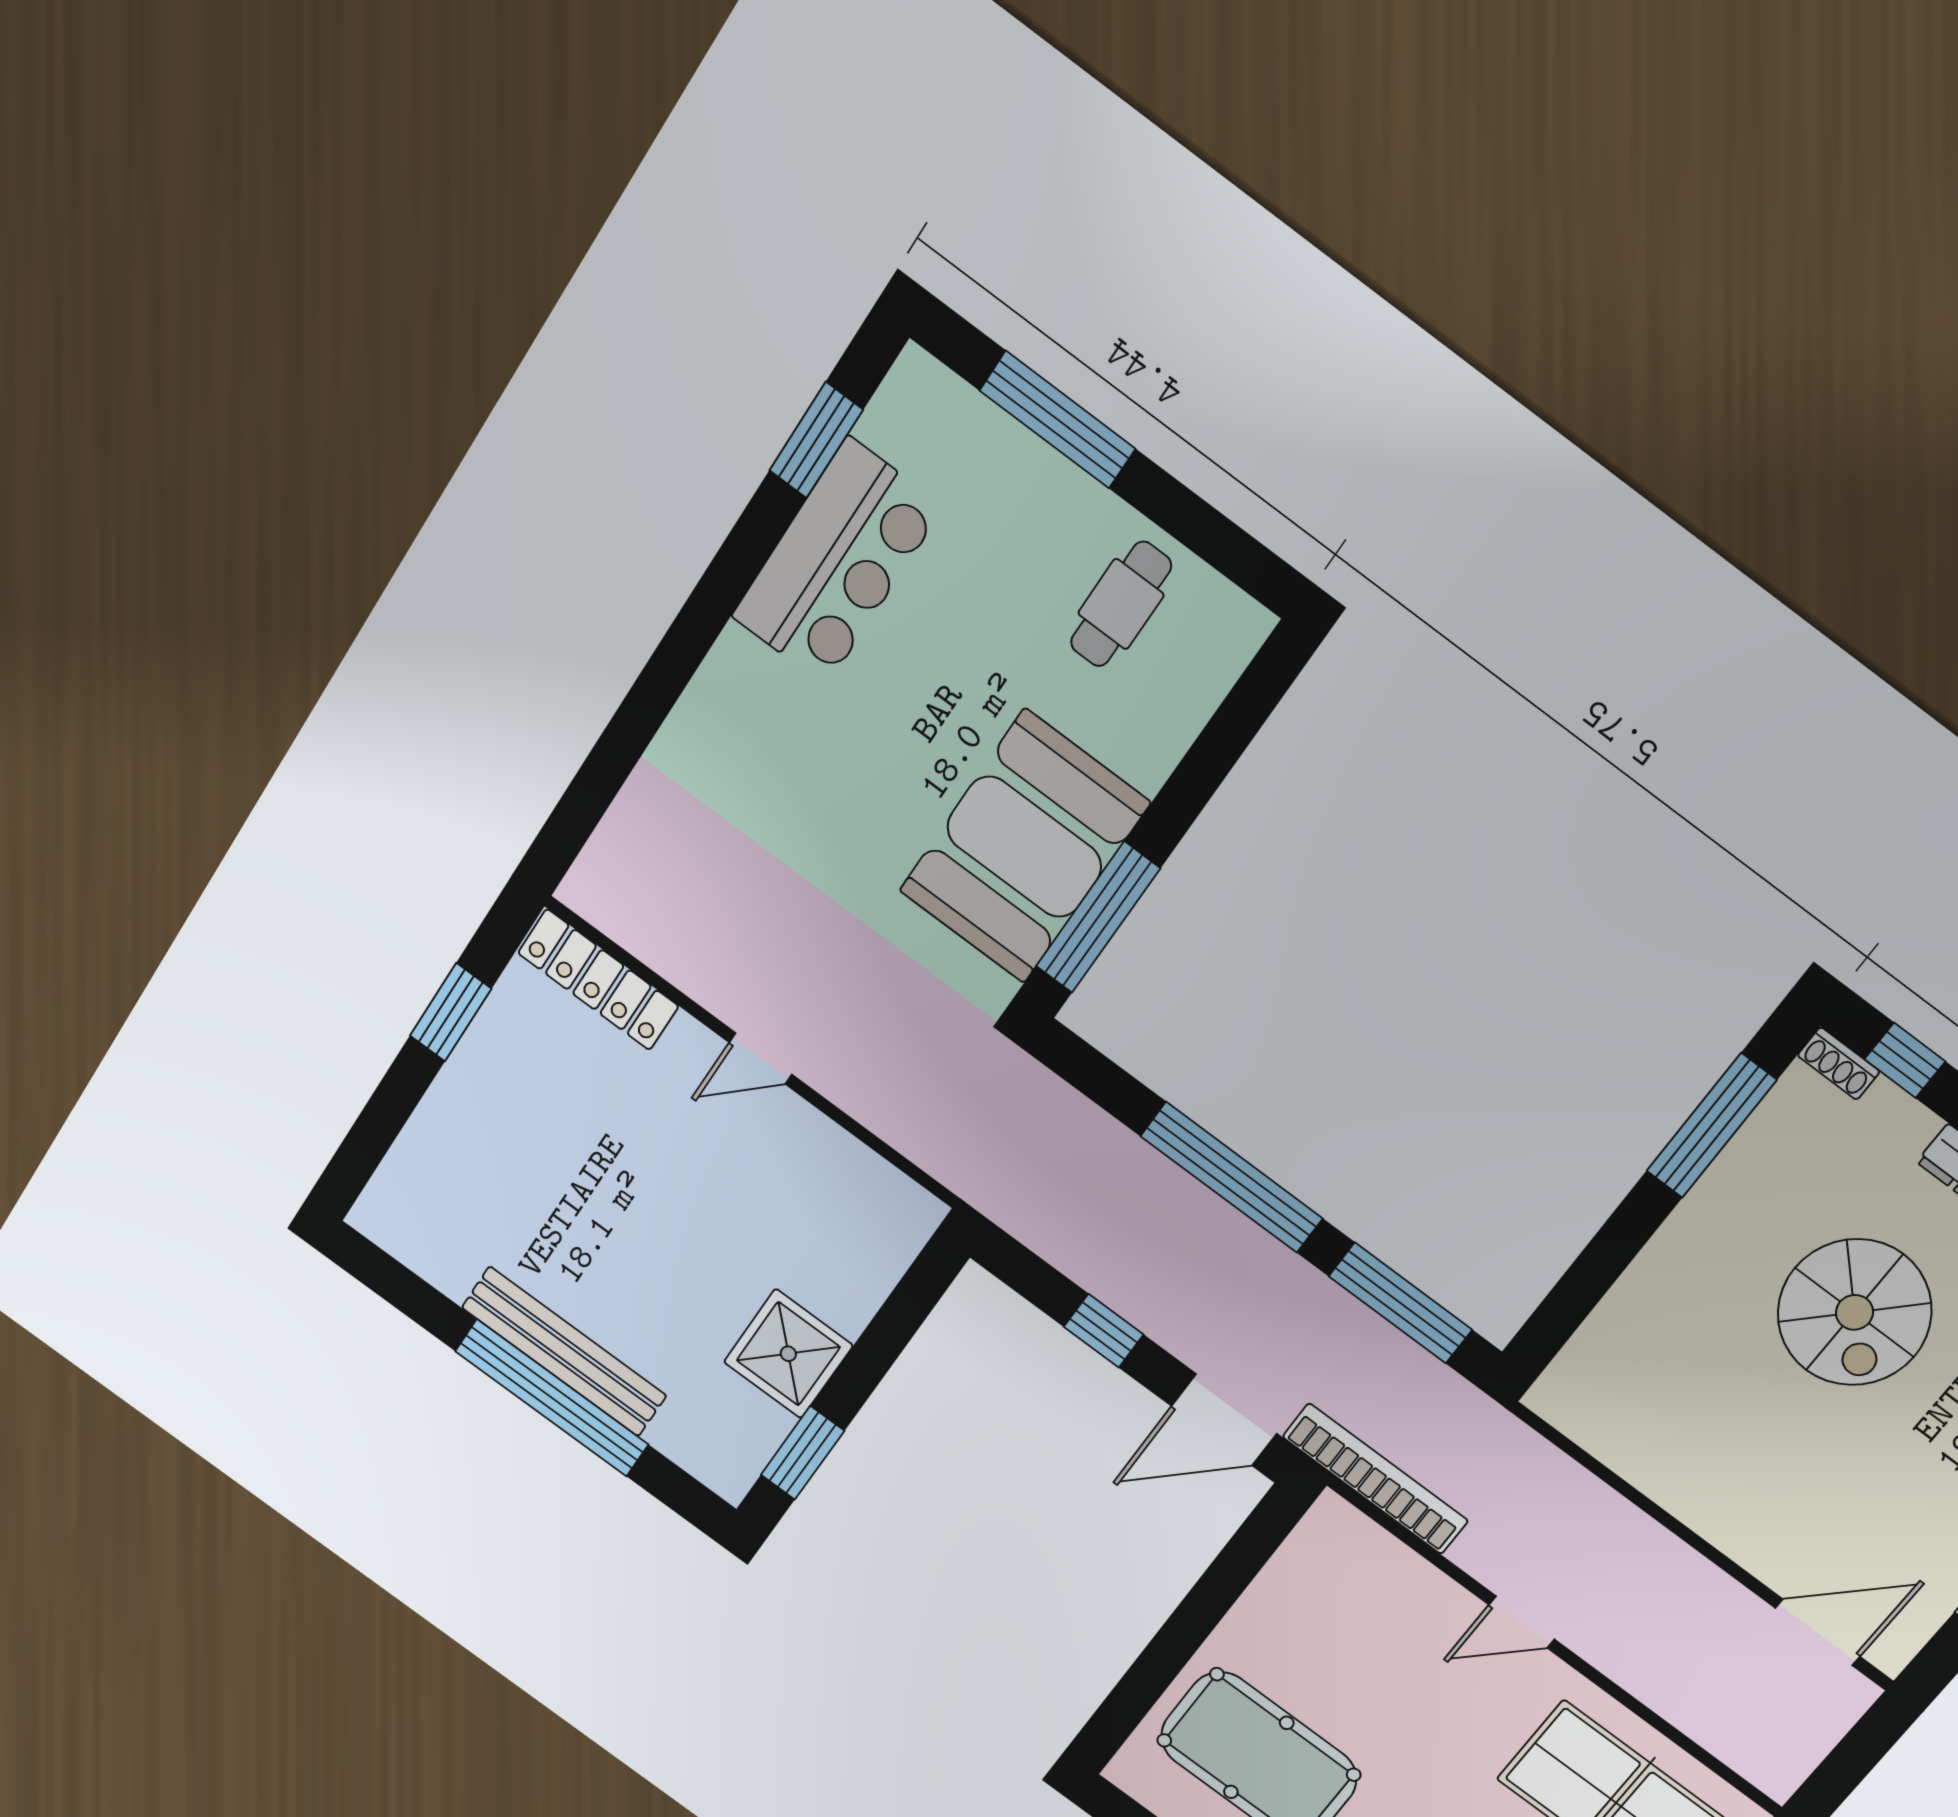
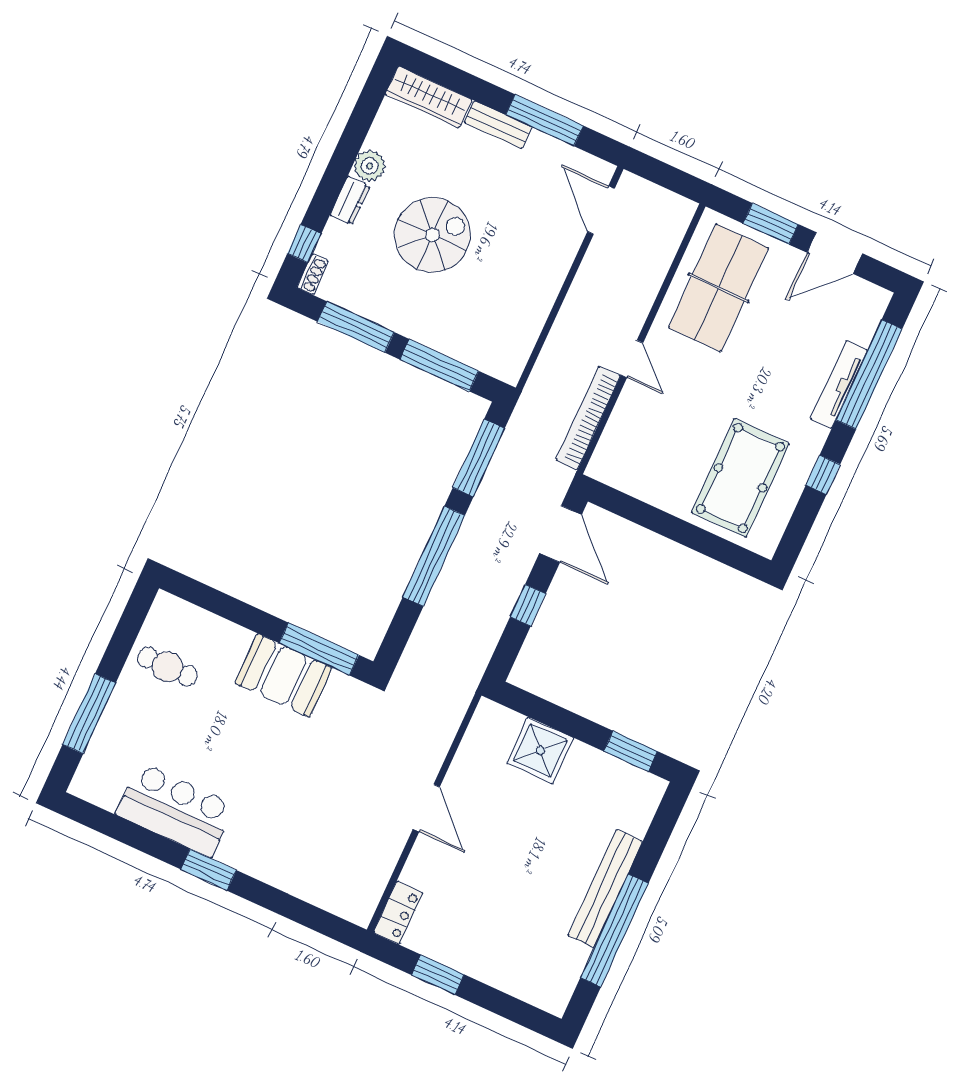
window: (816, 440) -> (209, 870), moved
booth: (1024, 847) -> (284, 675), width x0.73, depth x0.70
locker: (598, 980) -> (398, 913), width x0.66
door: (760, 1058) -> (426, 808), width x1.38
window: (1597, 1269) -> (439, 365), added
shower: (788, 1354) -> (540, 750), moved
window: (552, 1398) -> (614, 930), moved
bookcase: (1375, 1479) -> (588, 418), moved

